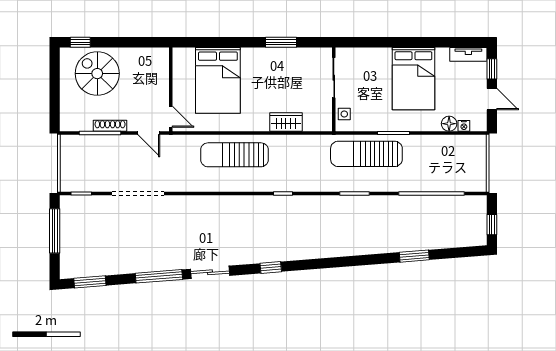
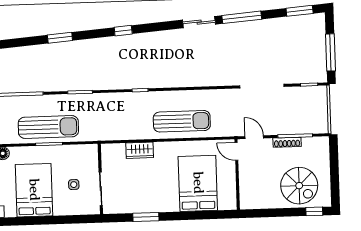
side table: (344, 114) -> (74, 185), moved
sun lounger: (366, 154) -> (48, 127), moved
window: (414, 256) -> (60, 38), moved
window: (271, 267) -> (123, 31), moved

